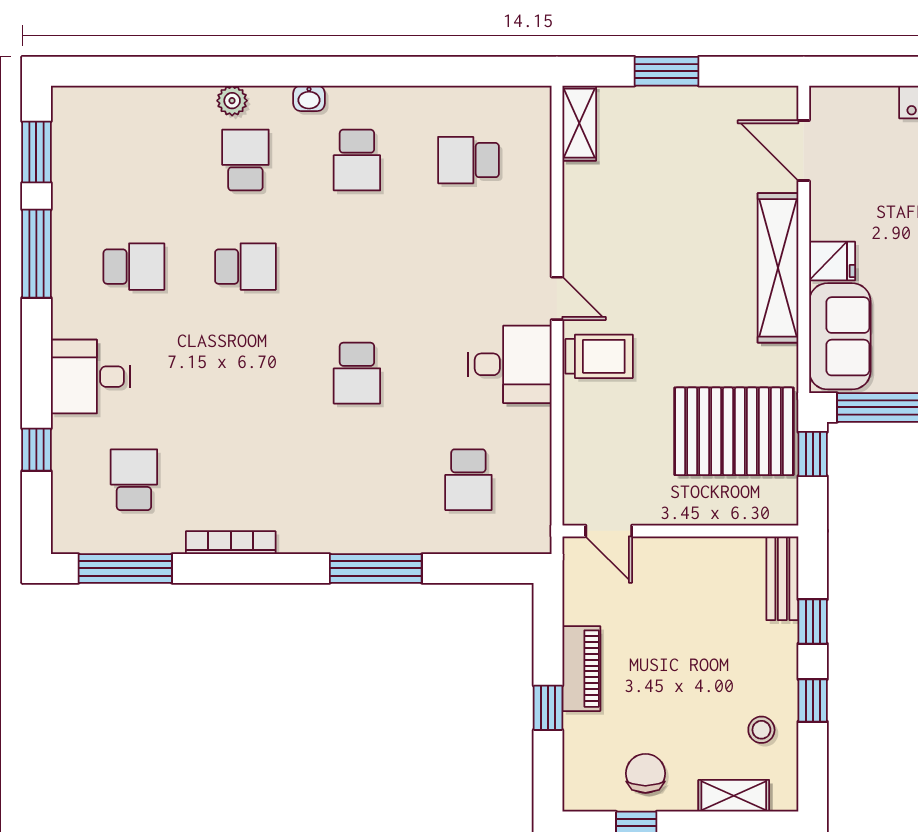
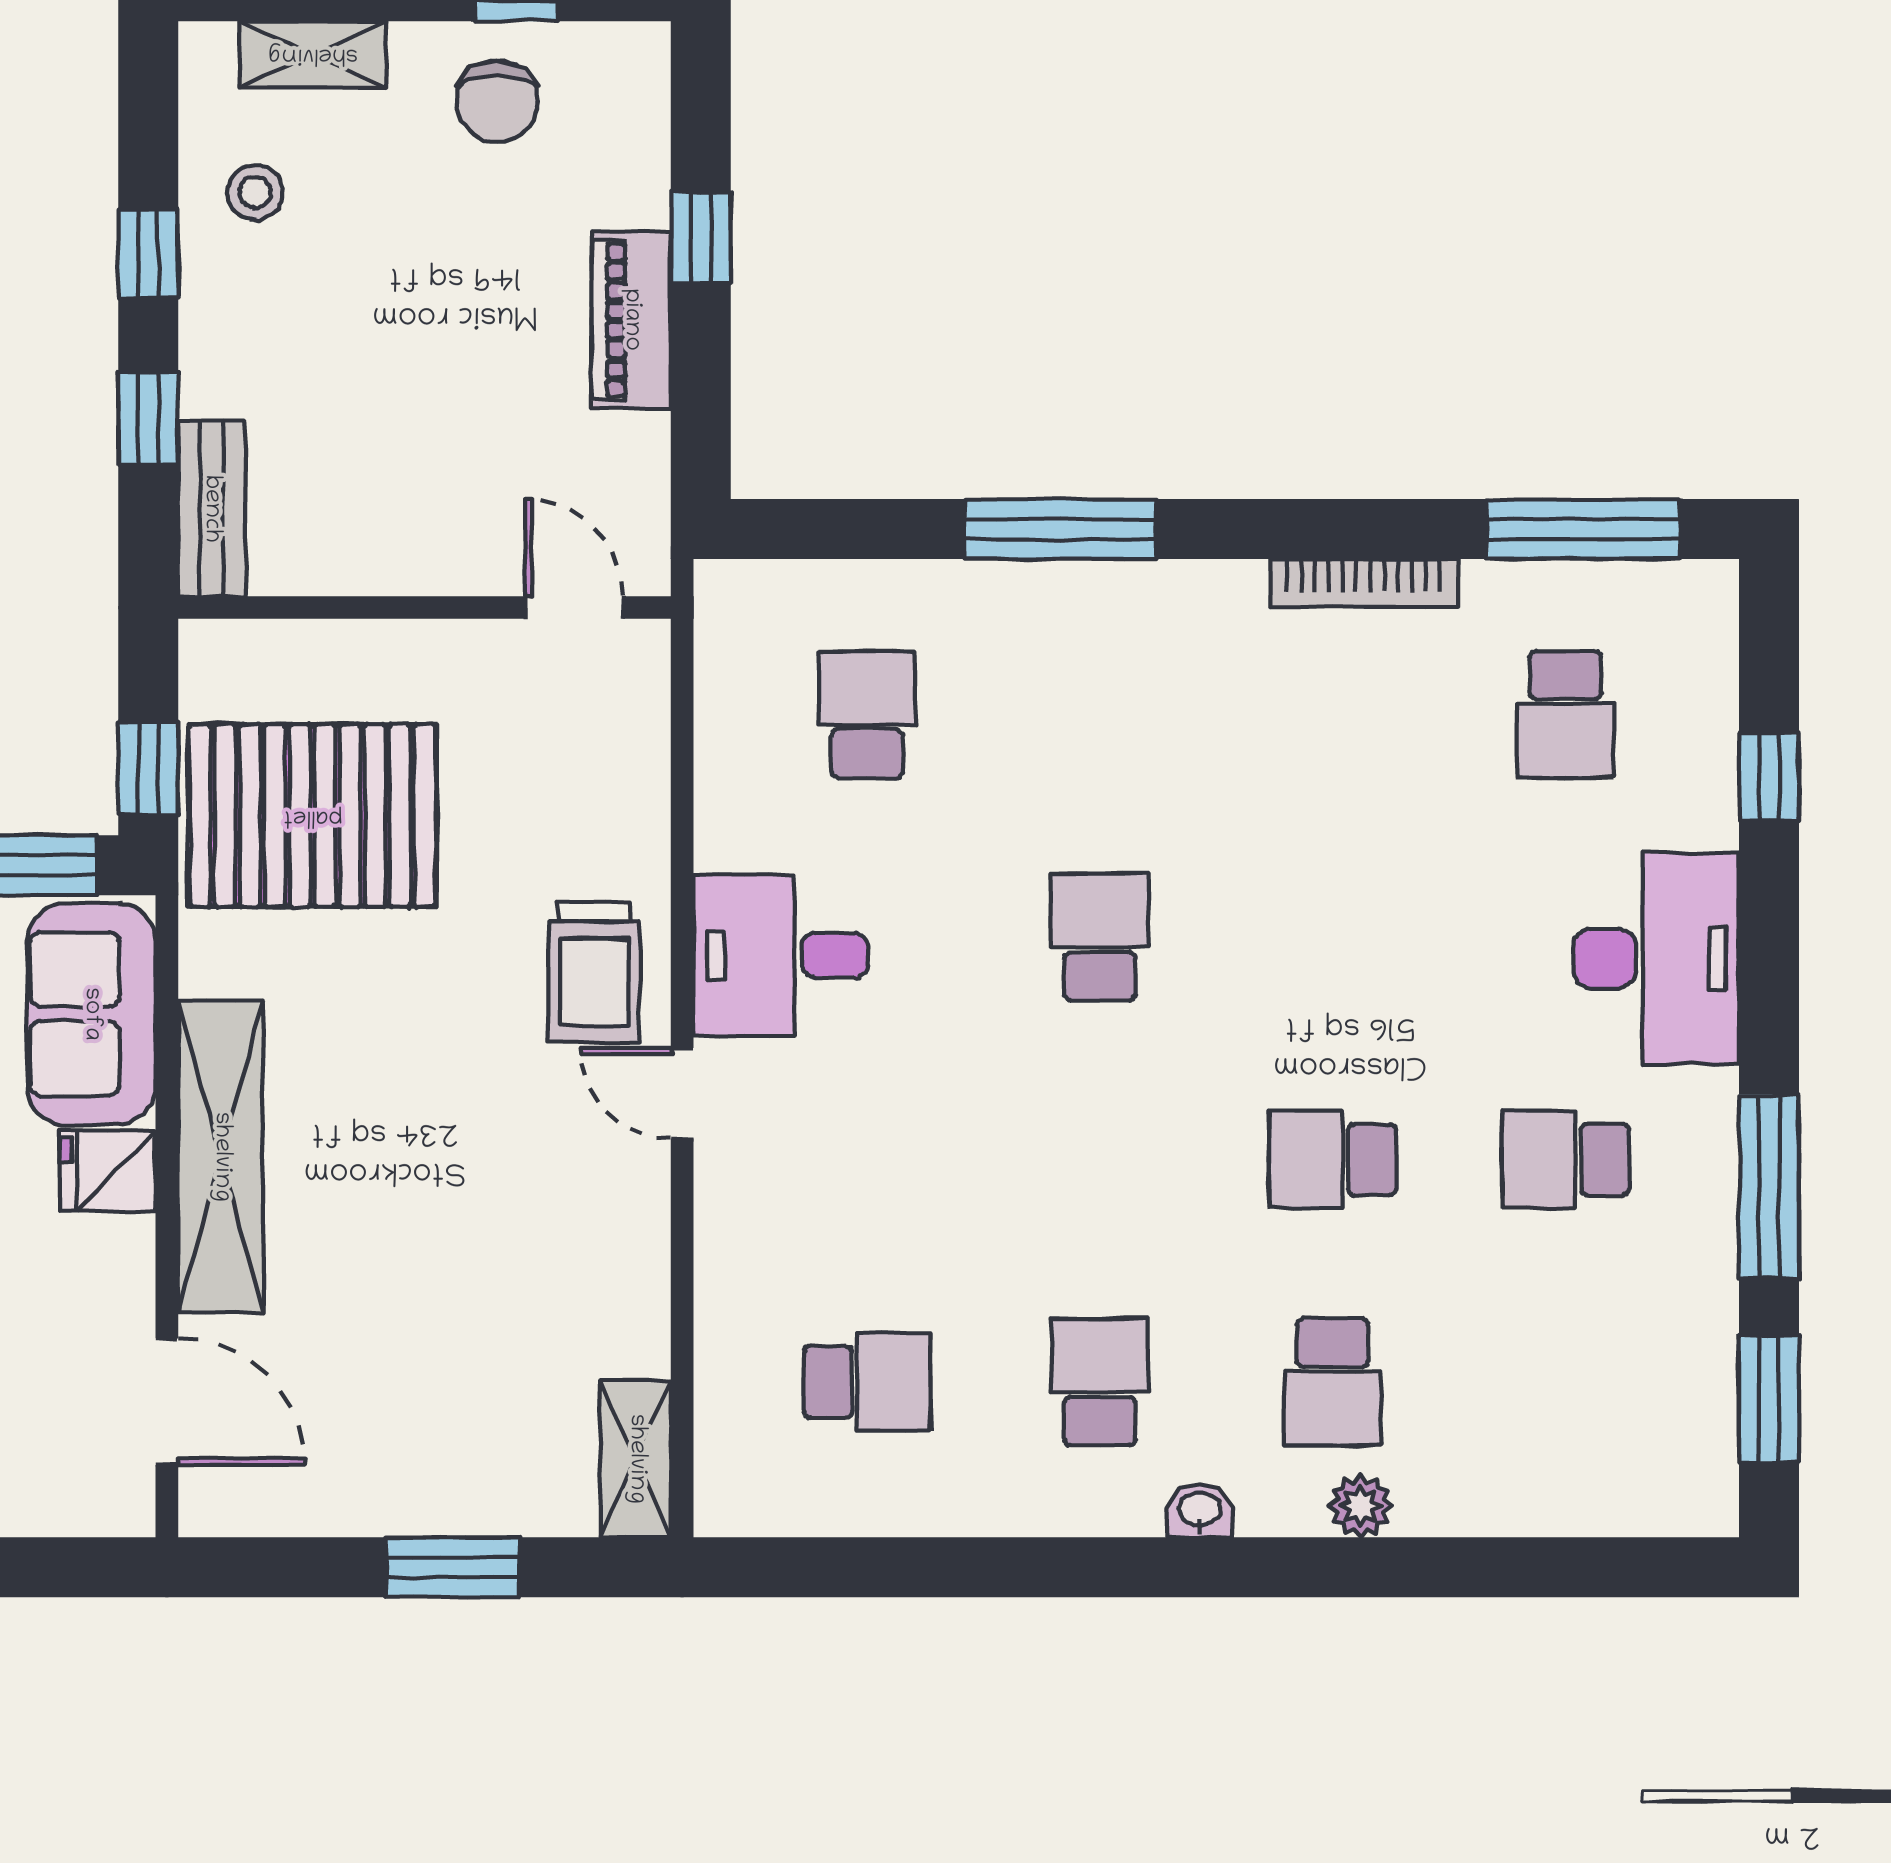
trolley: (599, 356) -> (594, 972), turned -90
desk: (91, 377) -> (1656, 958), width x1.37

